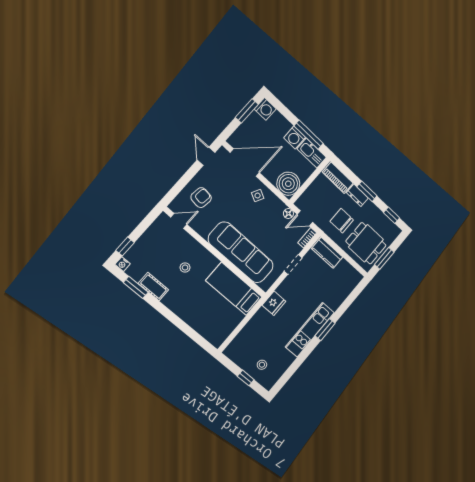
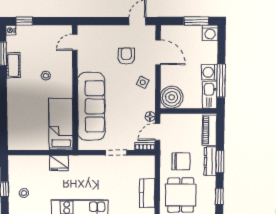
door: (245, 163) -> (158, 52), width x0.73
dresser: (357, 195) -> (210, 161), width x1.44
armchair: (201, 198) -> (126, 56), moved, turned -97
door: (305, 218) -> (158, 132), hinge flipped
door: (179, 221) -> (75, 42), swing flipped
chair: (342, 221) -> (181, 161), turned 90
kitchen counter: (327, 253) -> (147, 193), moved
fridge: (274, 303) -> (59, 163), moved

